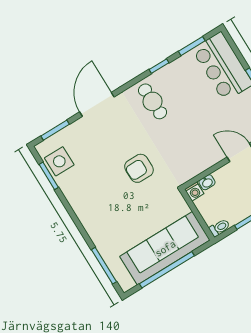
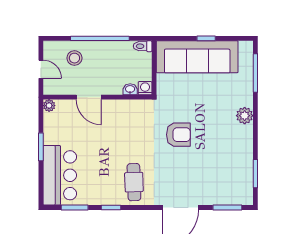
side table: (59, 161) -> (239, 180), removed
plant: (90, 222) -> (245, 116), added
window: (167, 270) -> (206, 38), width x0.32

